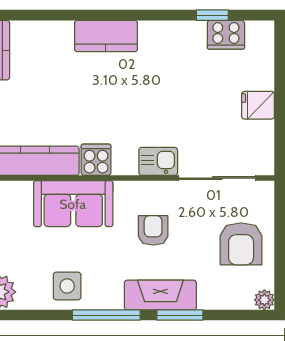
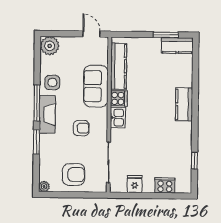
cooker: (226, 35) -> (165, 185), moved, turned 90
fridge: (258, 105) -> (135, 184), moved
kitchen sink: (158, 161) -> (118, 118), moved
armchair: (241, 244) -> (74, 174), turned 180
fireplace: (160, 295) -> (47, 114), moved

